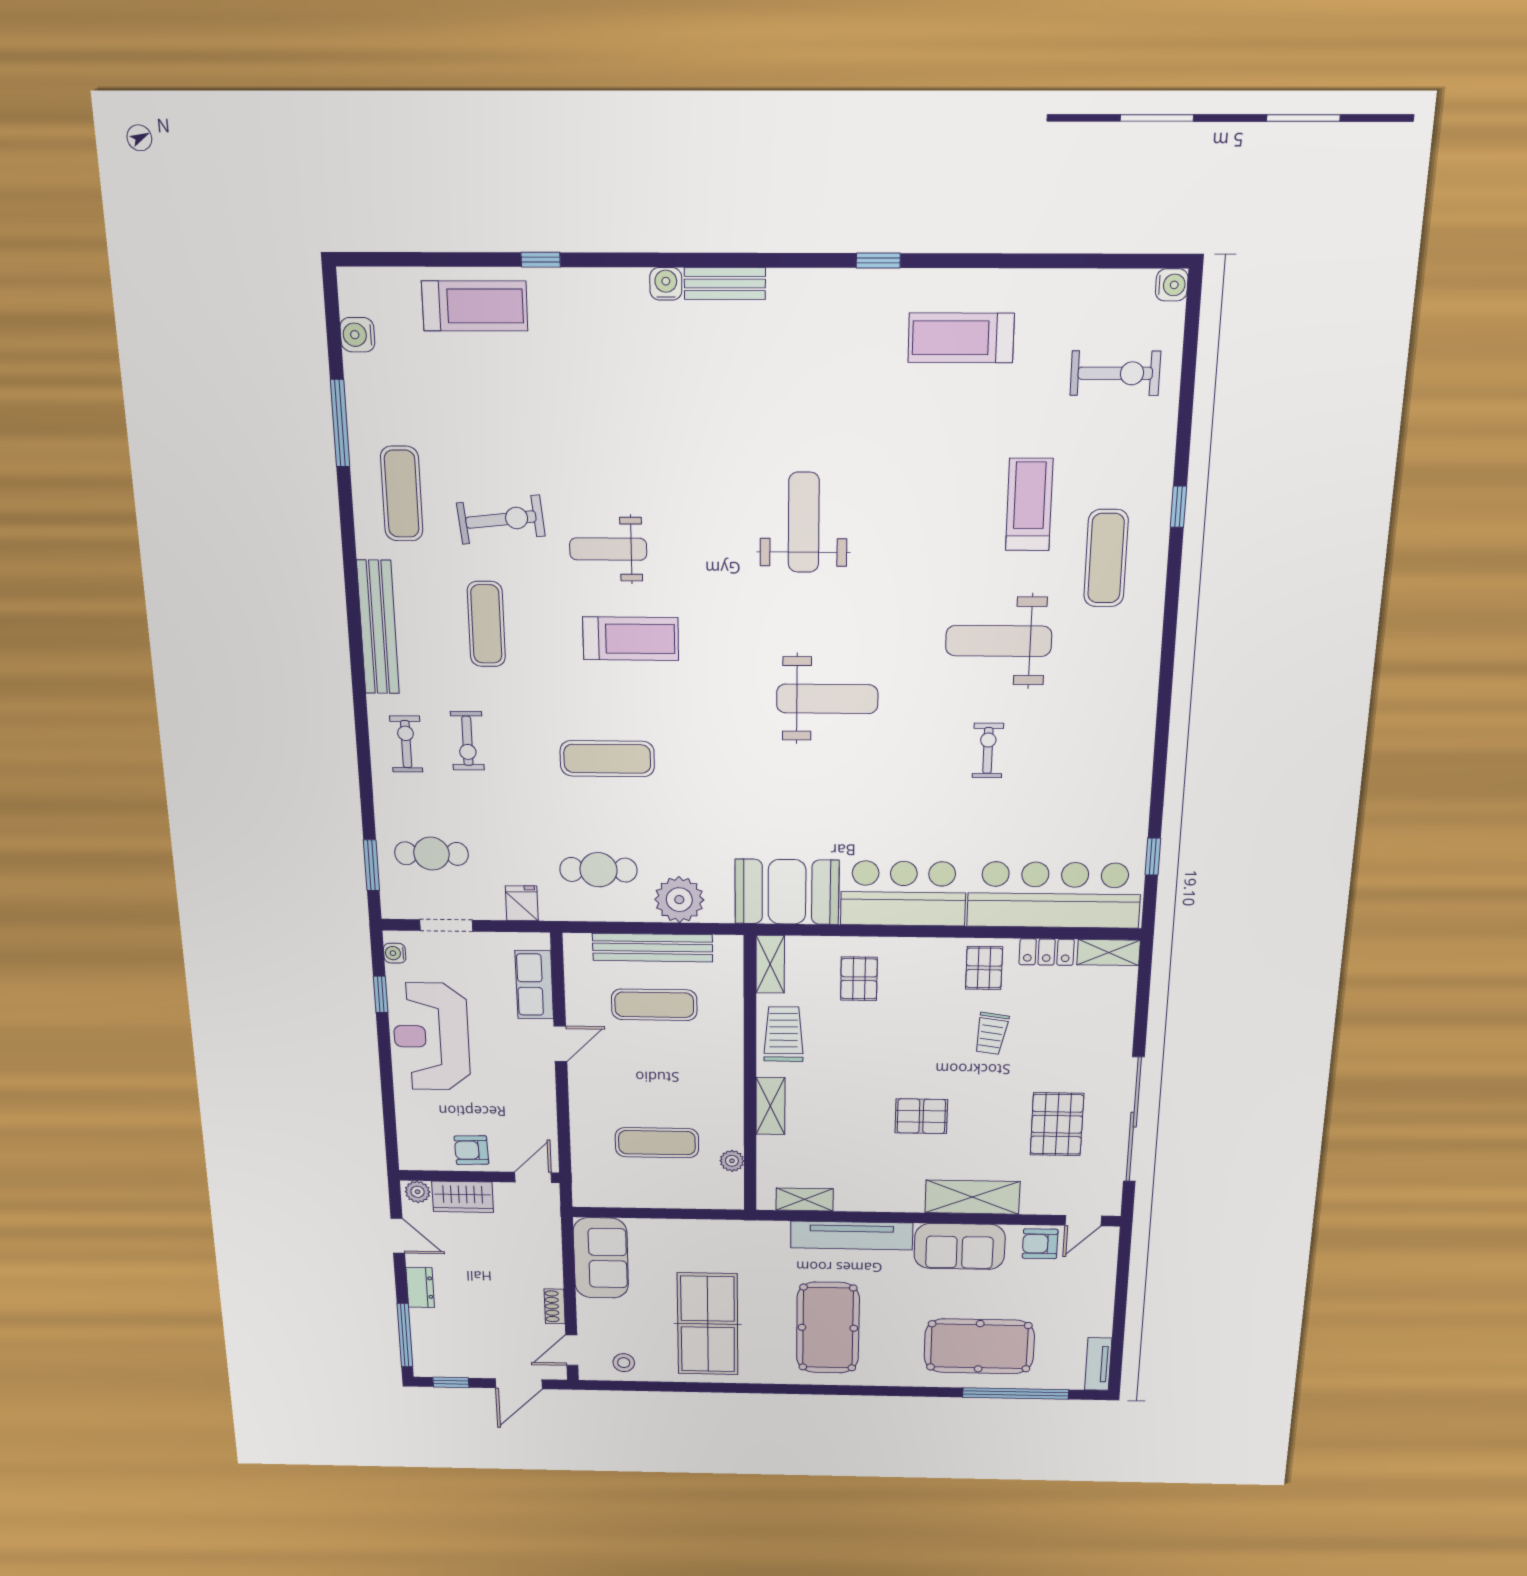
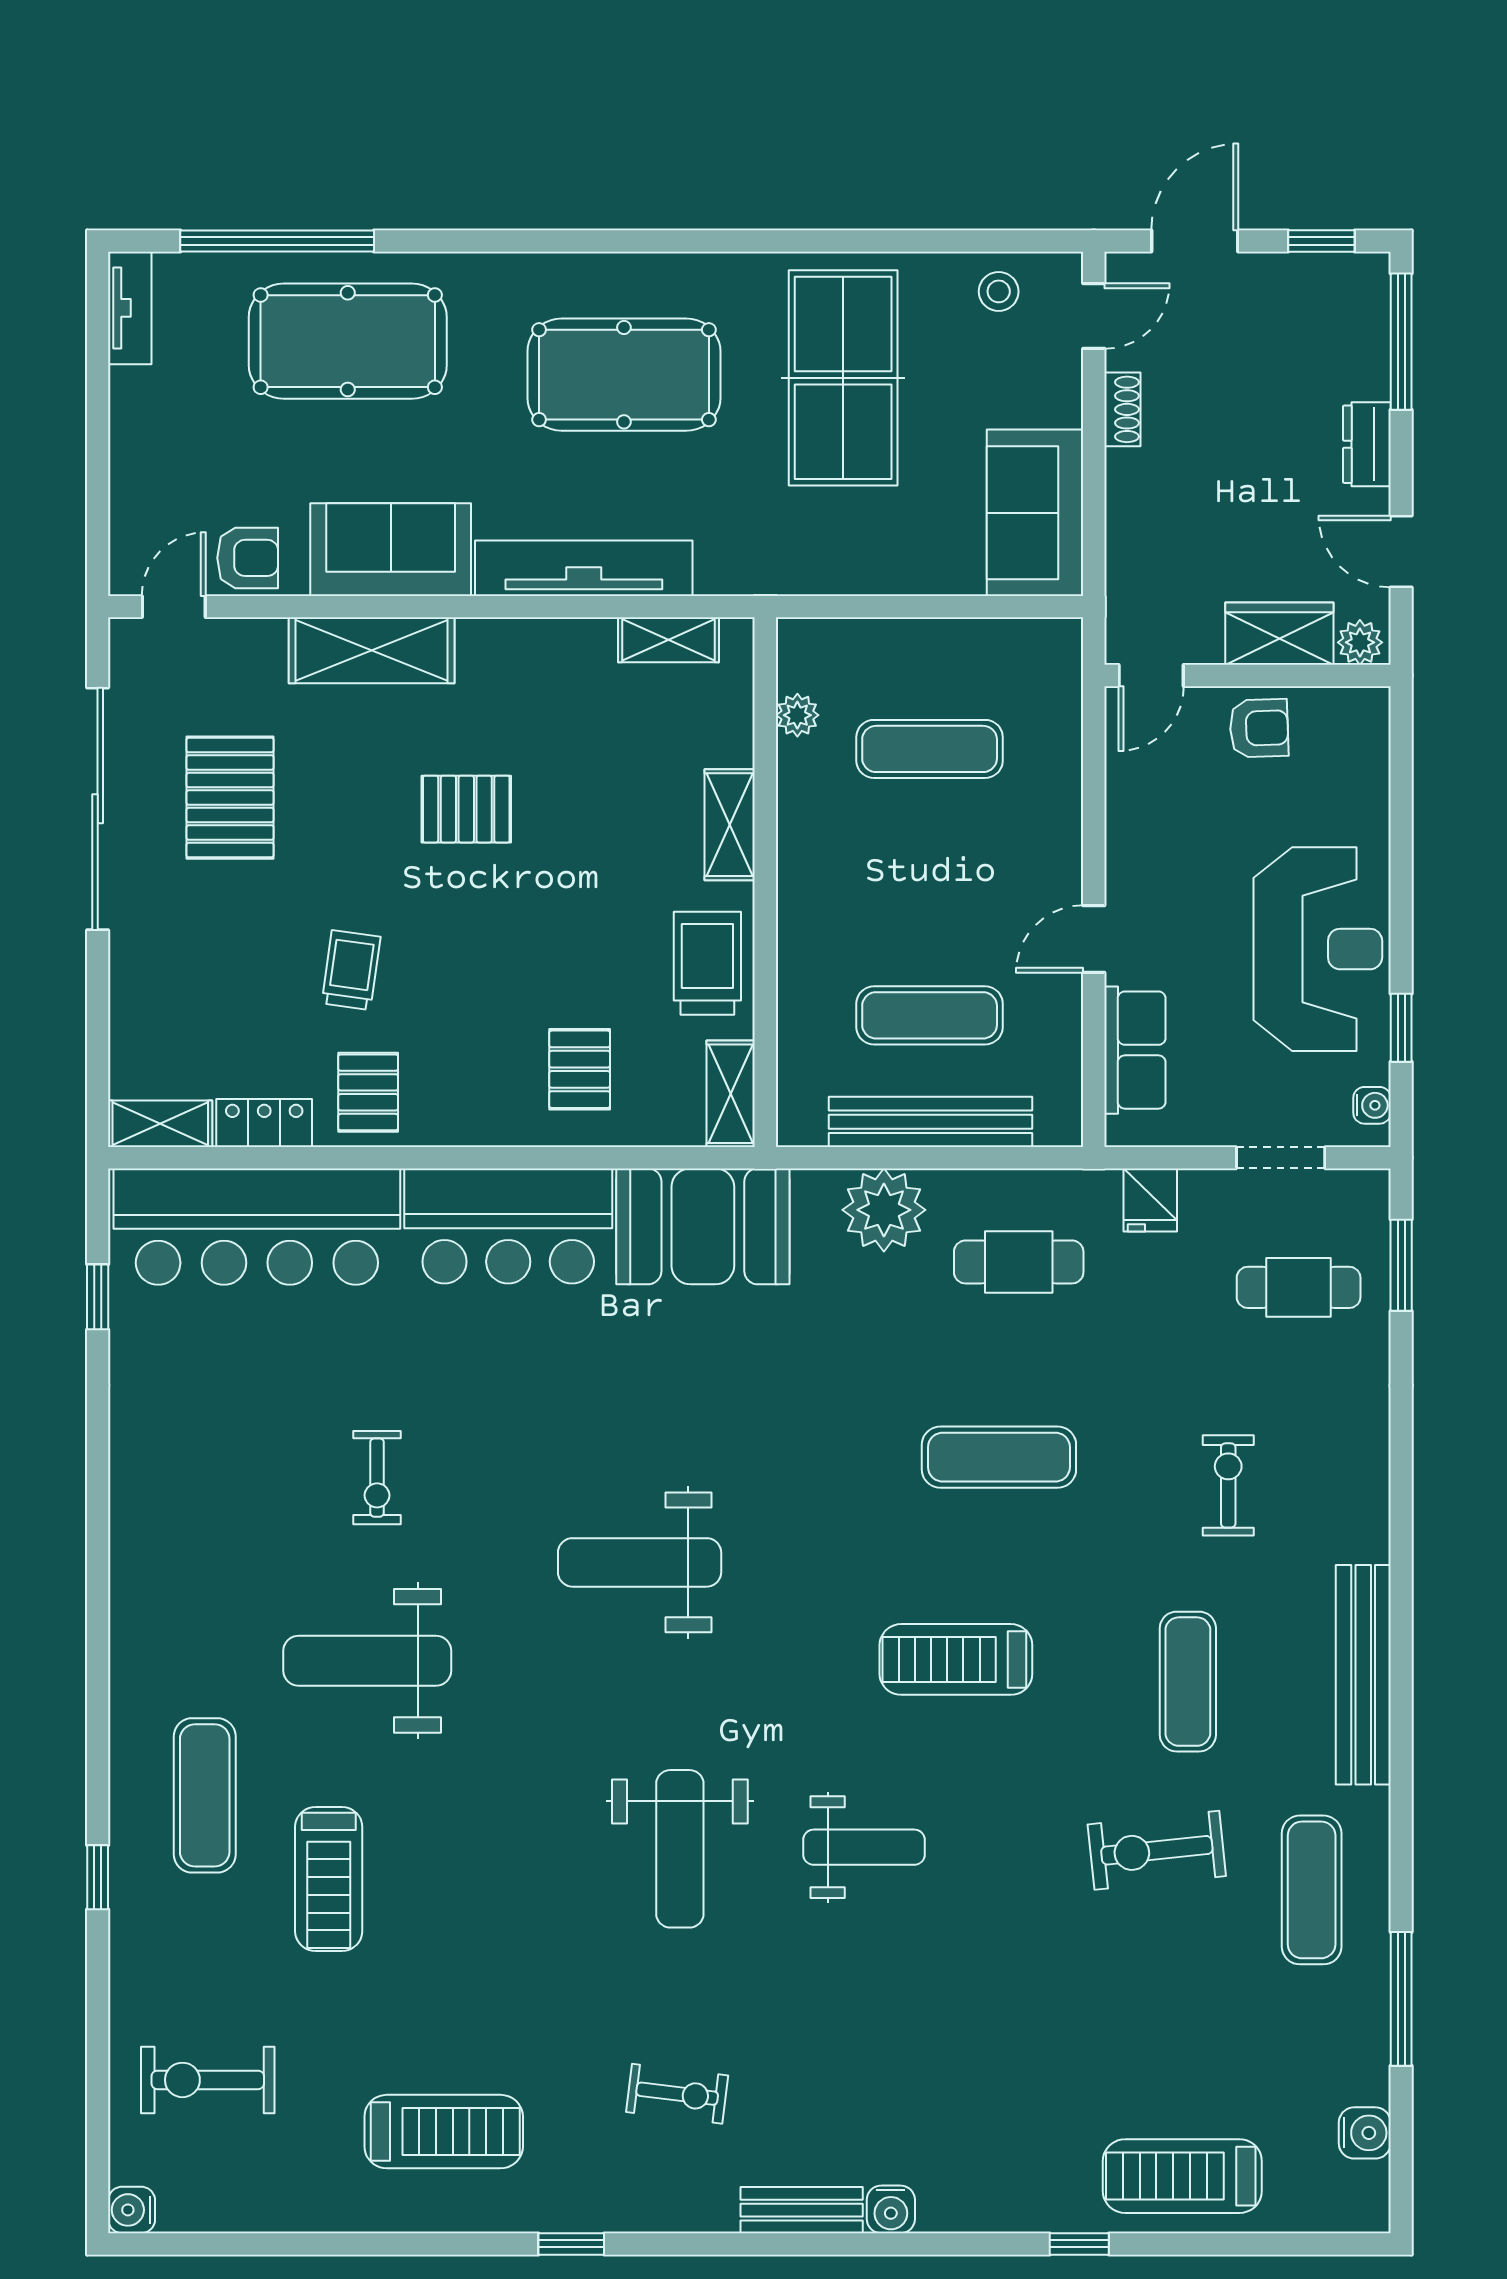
weight bench: (608, 549) -> (864, 1847), moved
weight bench: (999, 641) -> (367, 1661), turned 180
exercise bike: (406, 744) -> (677, 2094), moved, turned -83
trolley: (784, 1034) -> (707, 963), turned 180
pool table: (828, 1328) -> (624, 375), turned 90

